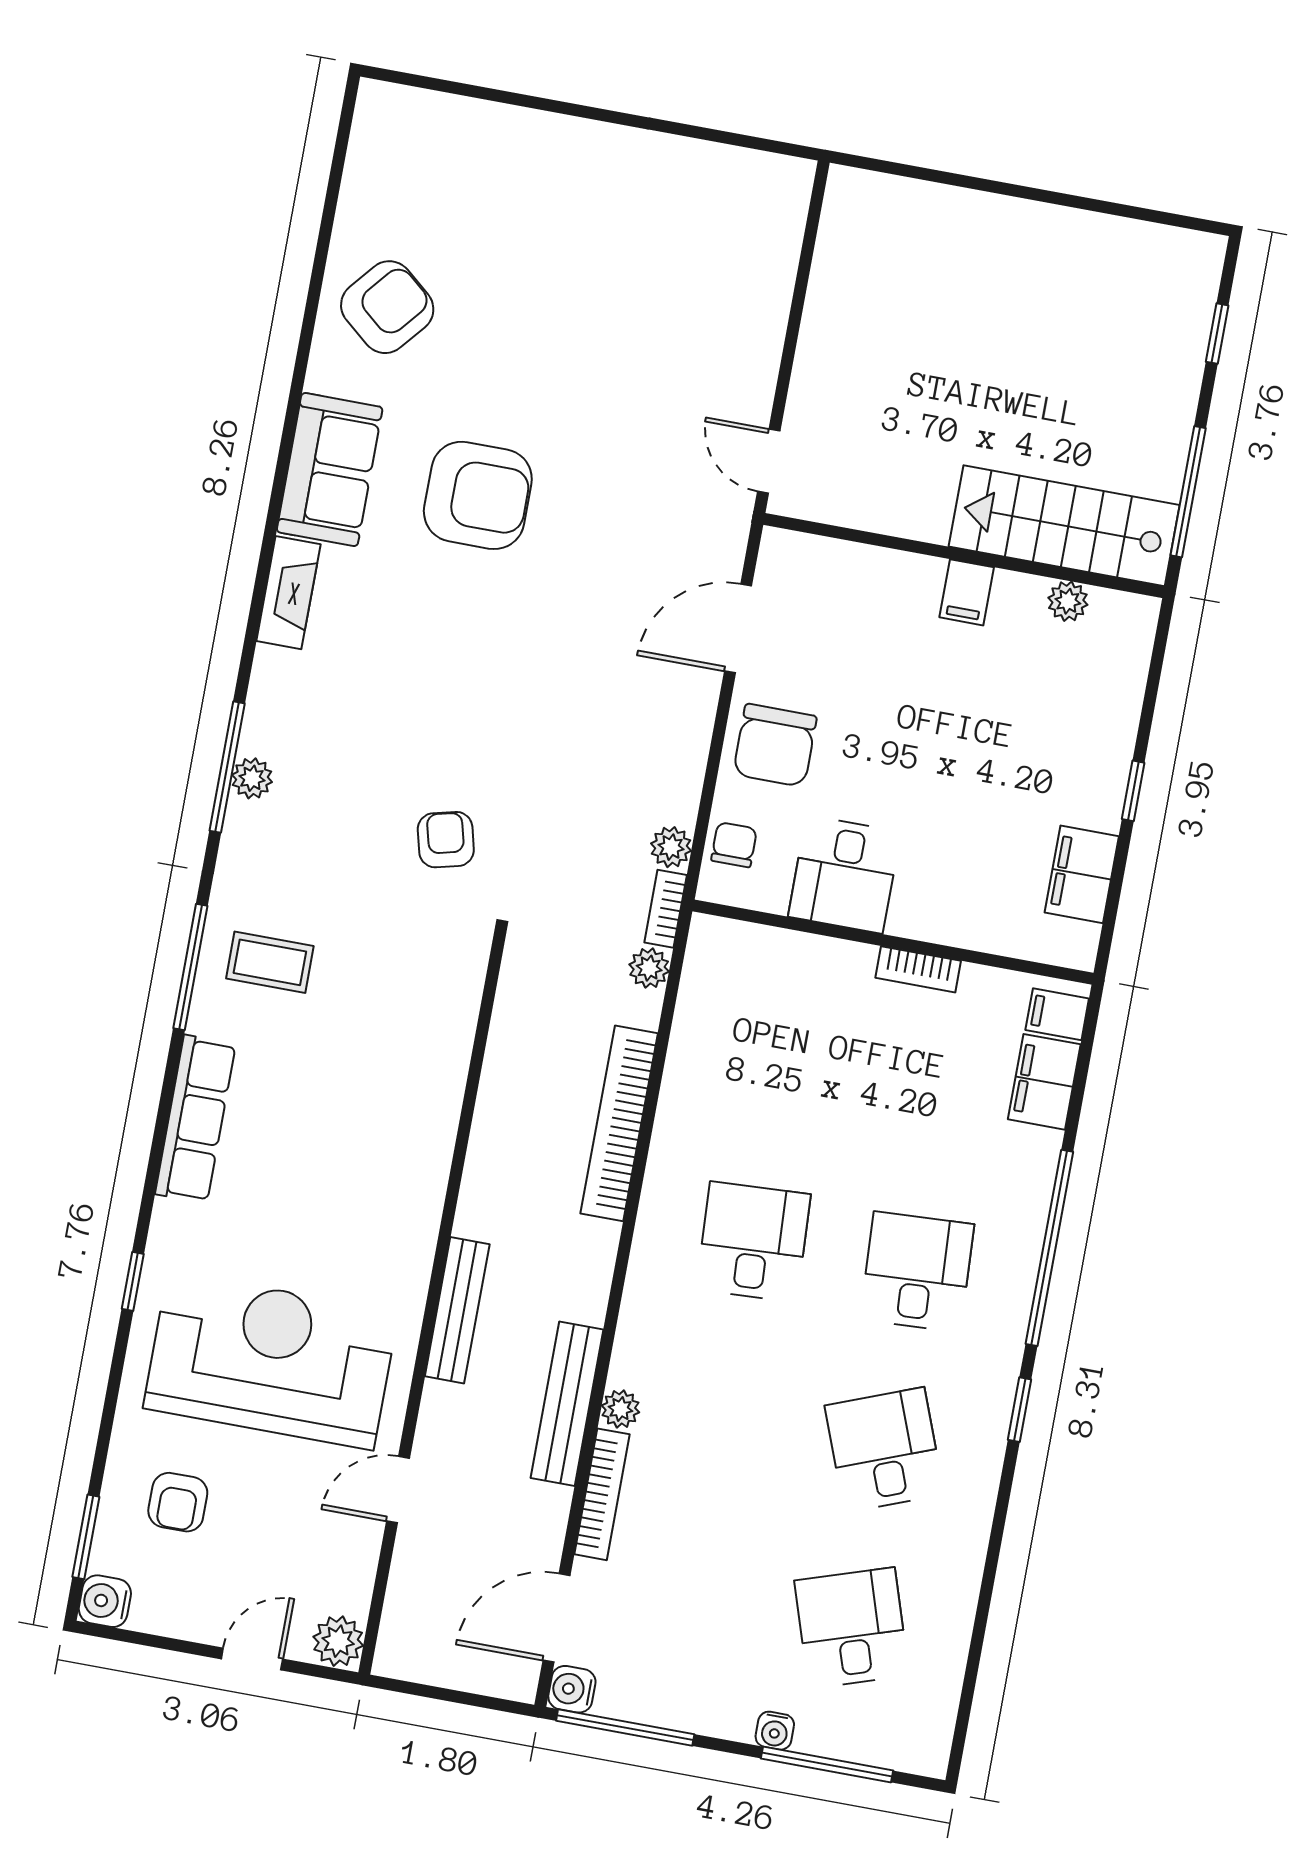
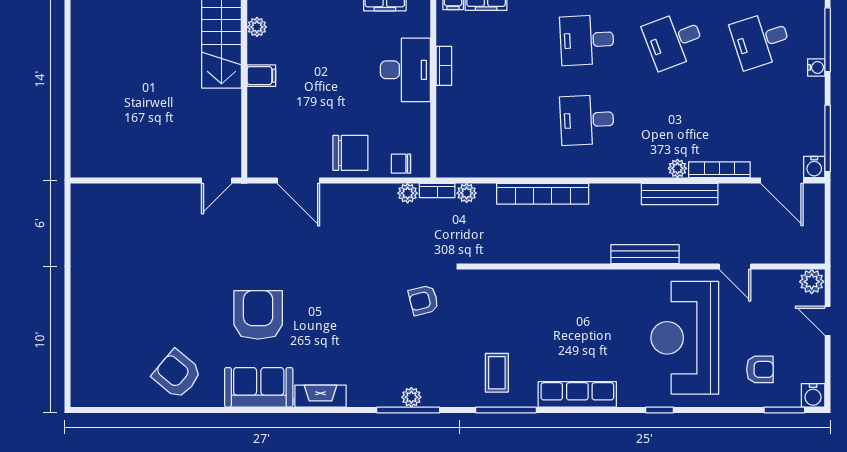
desk: (844, 874) -> (405, 70), moved, width x1.37

